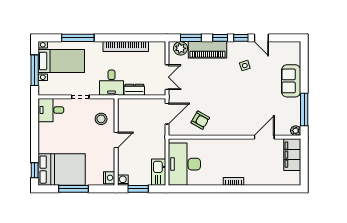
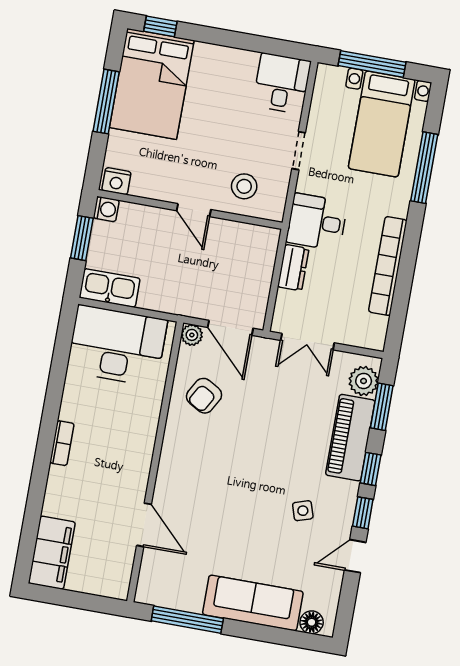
floor lamp: (295, 52) -> (312, 622), added
sofa: (291, 81) -> (253, 603), width x1.36
plant: (296, 131) -> (192, 335), moved
filing cabinet: (292, 155) -> (52, 553), moved, turned 90

